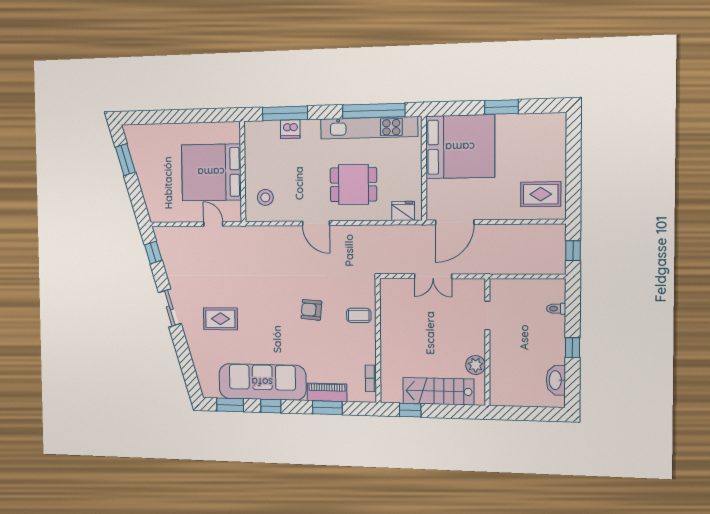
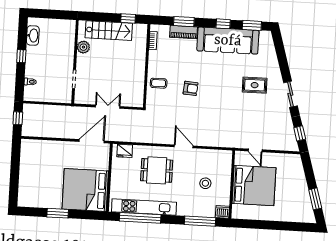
dishwasher: (290, 129) -> (222, 212), moved
rug: (541, 194) -> (36, 156), removed
stool: (265, 197) -> (205, 183), moved

